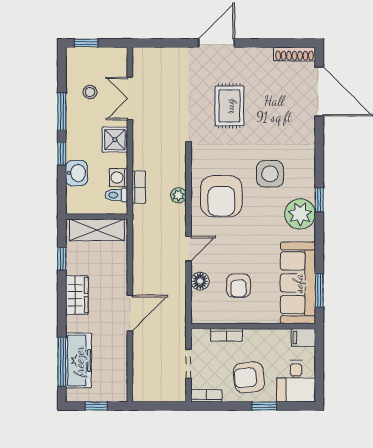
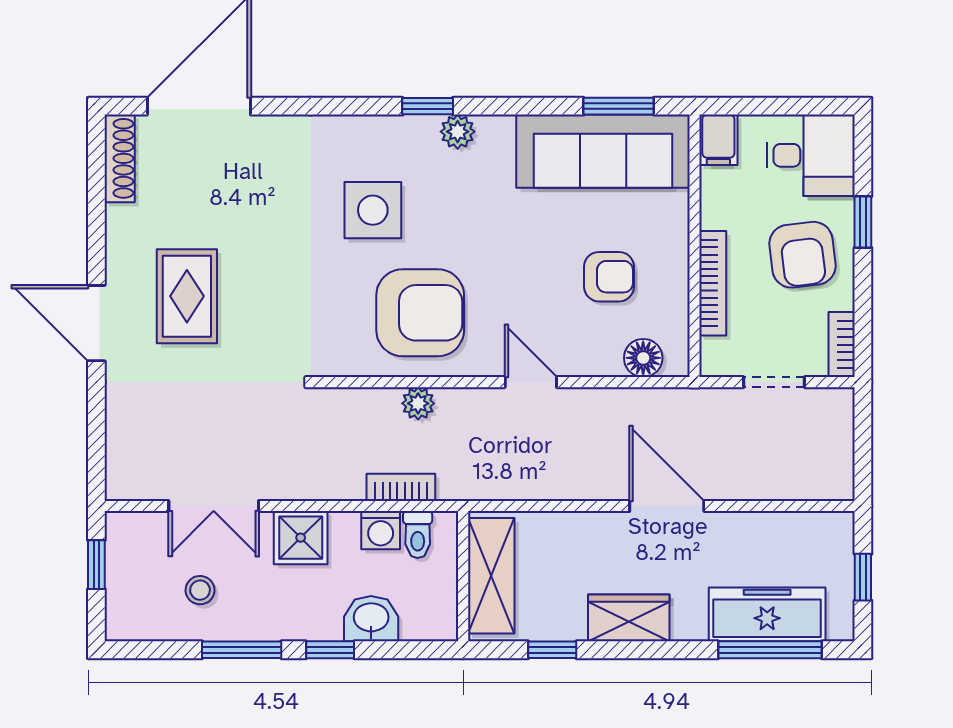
window: (86, 43) -> (96, 565), moved
rug: (229, 106) -> (187, 296), moved, turned 90
plant: (300, 214) -> (458, 132), width x0.53, depth x0.53
floor lamp: (200, 281) -> (643, 358), moved
bookcase: (226, 335) -> (713, 283), width x1.56

